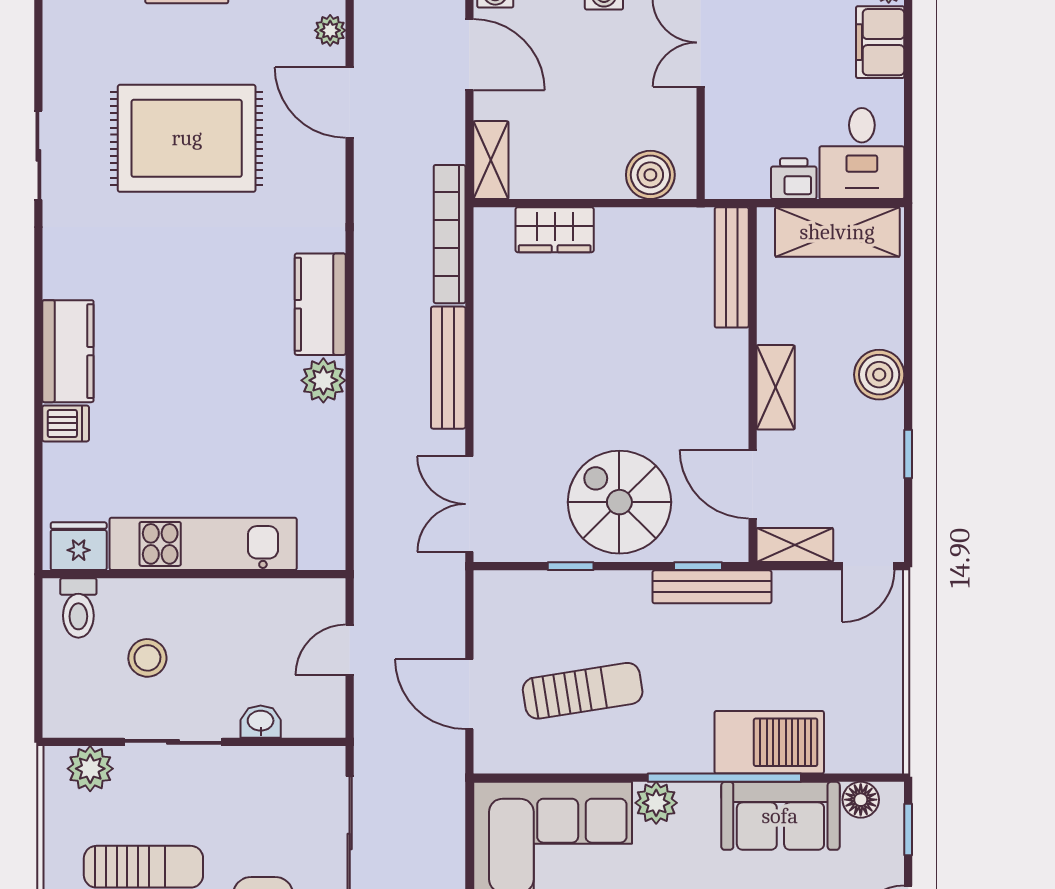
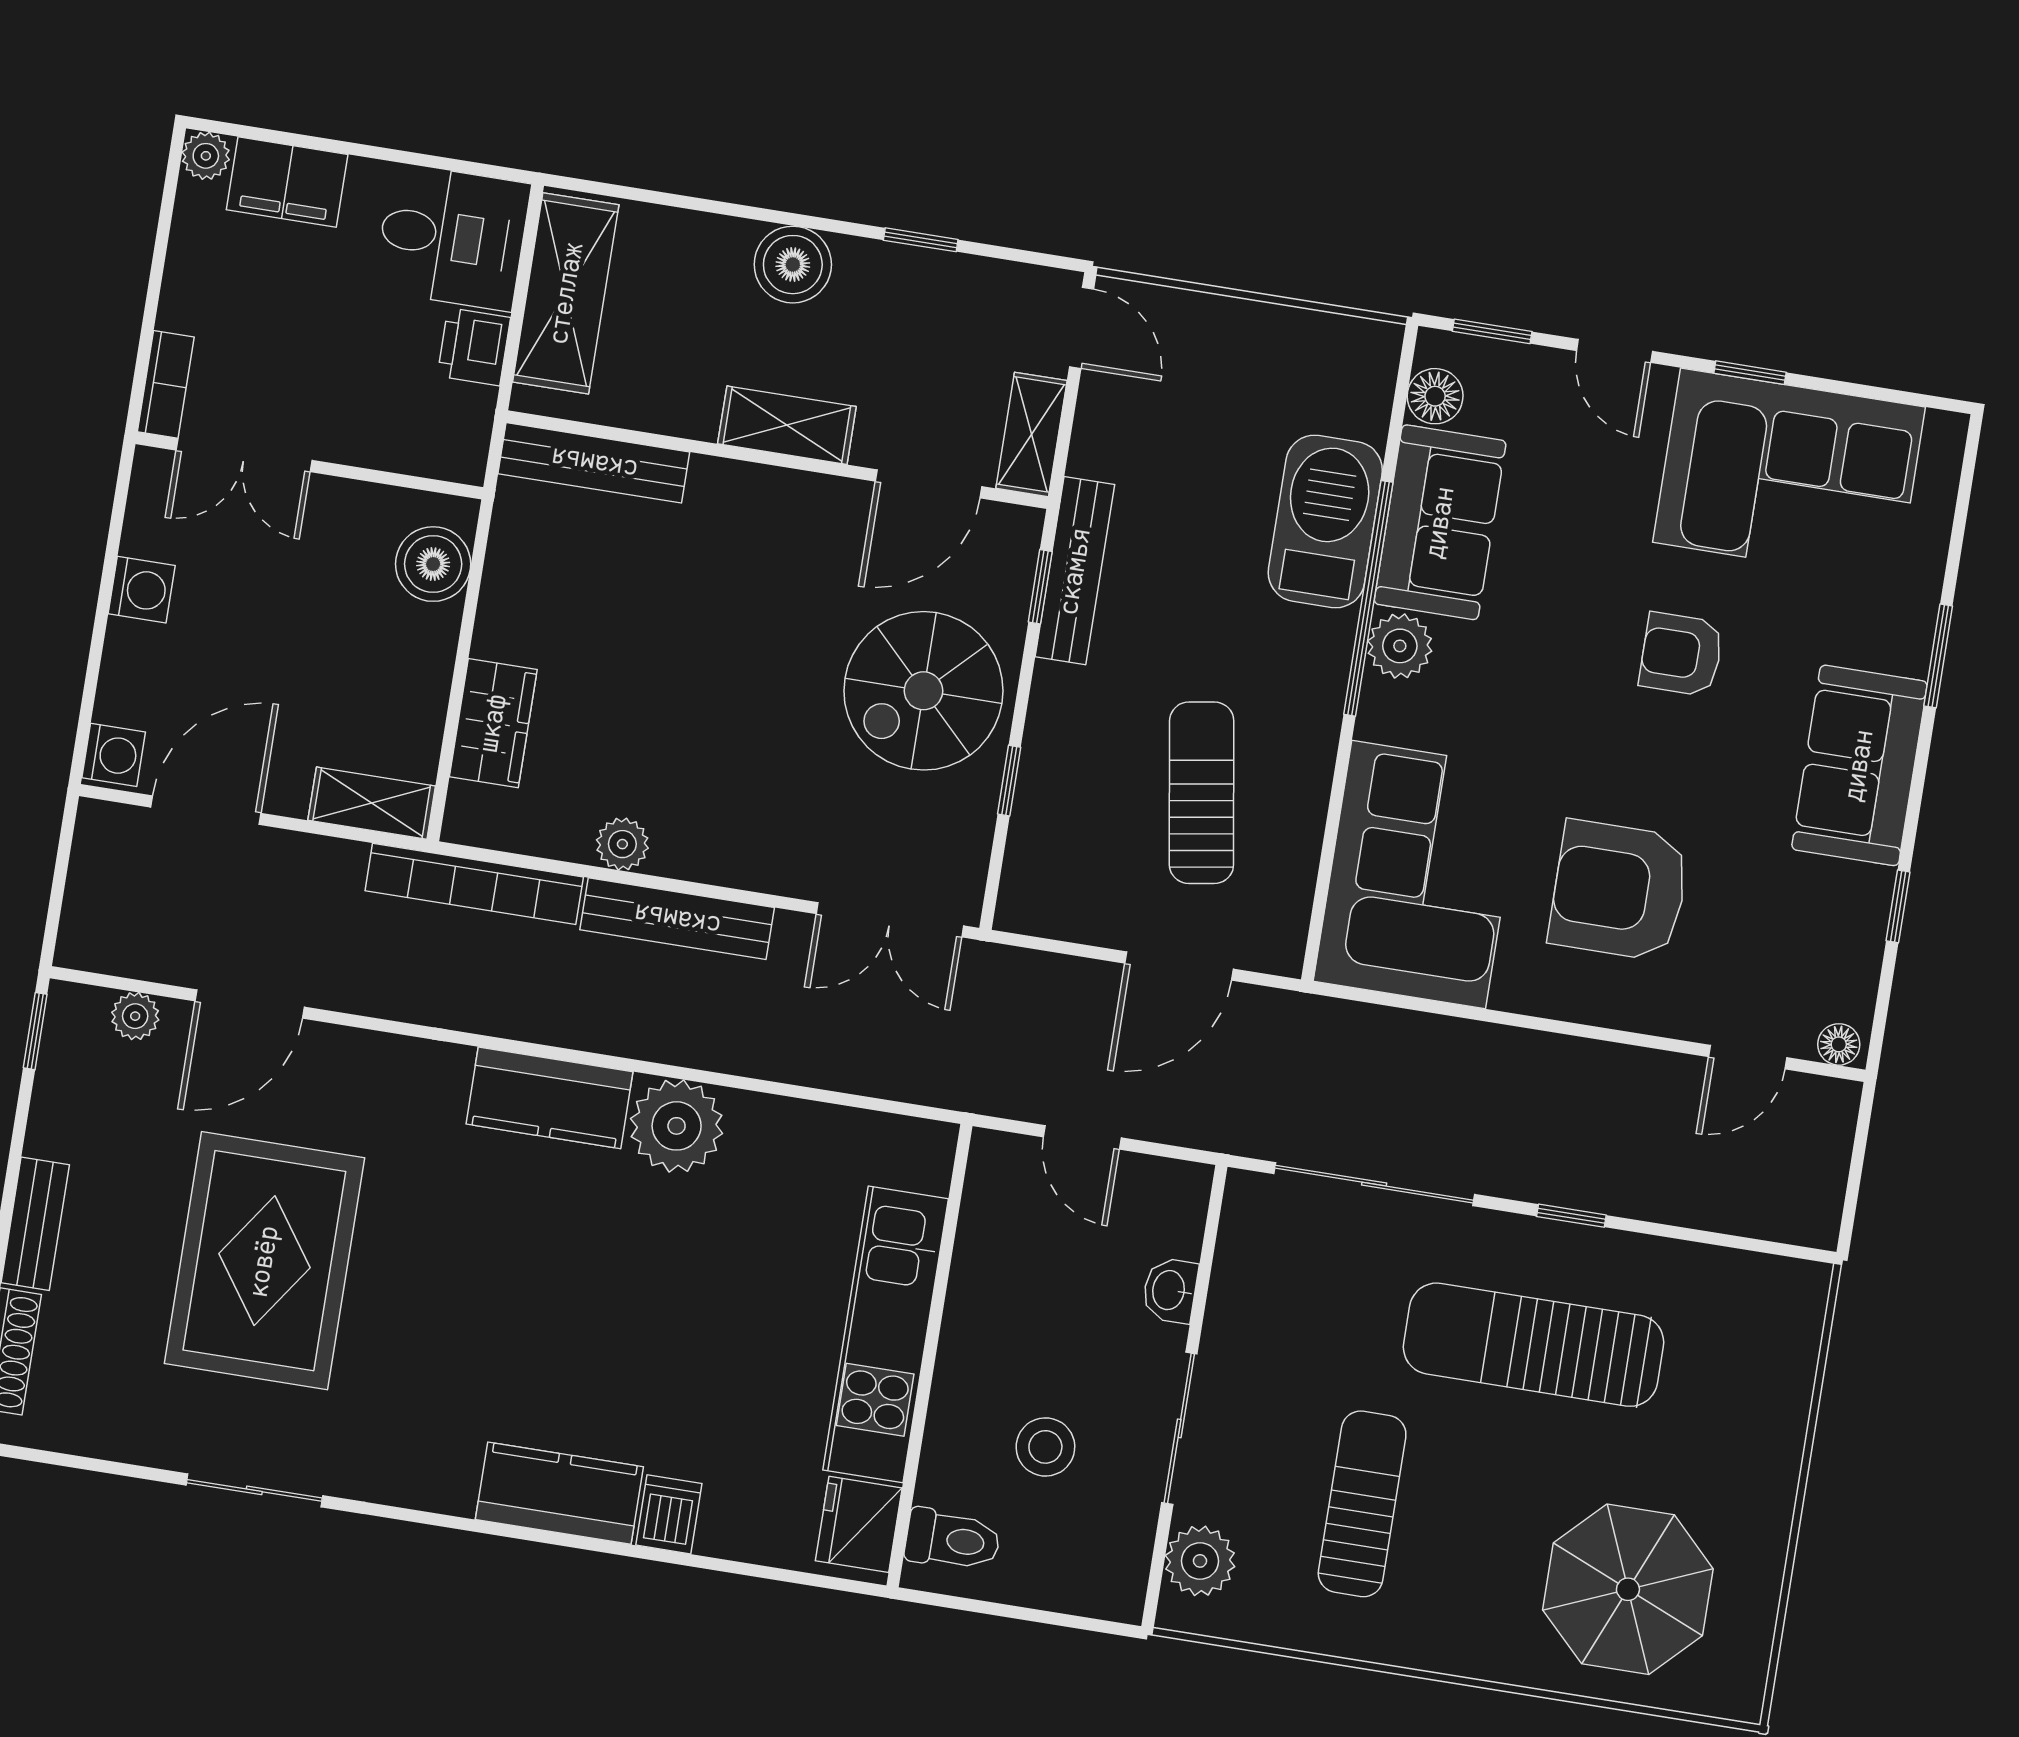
plant: (490, 325) -> (622, 844), added
plant: (323, 380) -> (677, 1126), width x1.36, depth x1.36
plant: (656, 803) -> (1400, 646), moved

